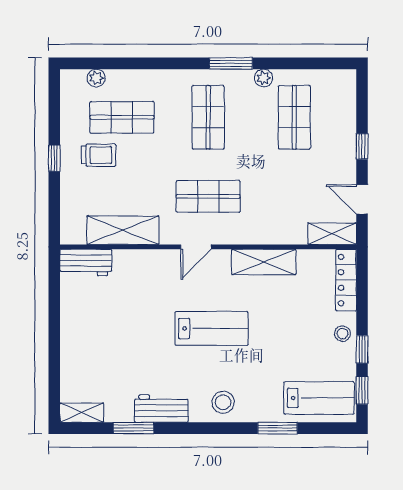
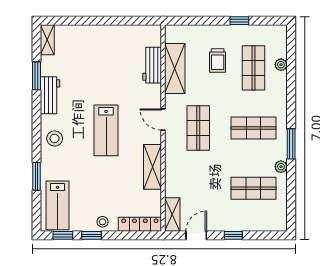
plant: (96, 78) -> (281, 65), moved
trolley: (99, 155) -> (218, 61), moved
window: (54, 158) -> (239, 21), moved
workbench: (86, 262) -> (152, 65), moved

